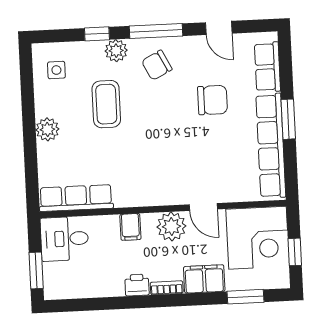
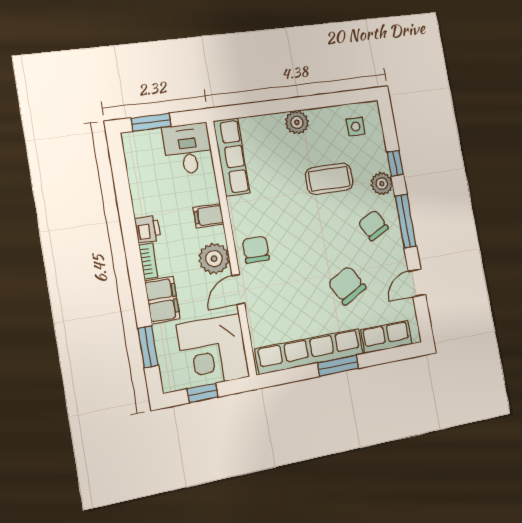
chair: (212, 100) -> (347, 285), turned 151
chair: (167, 186) -> (256, 249), added

